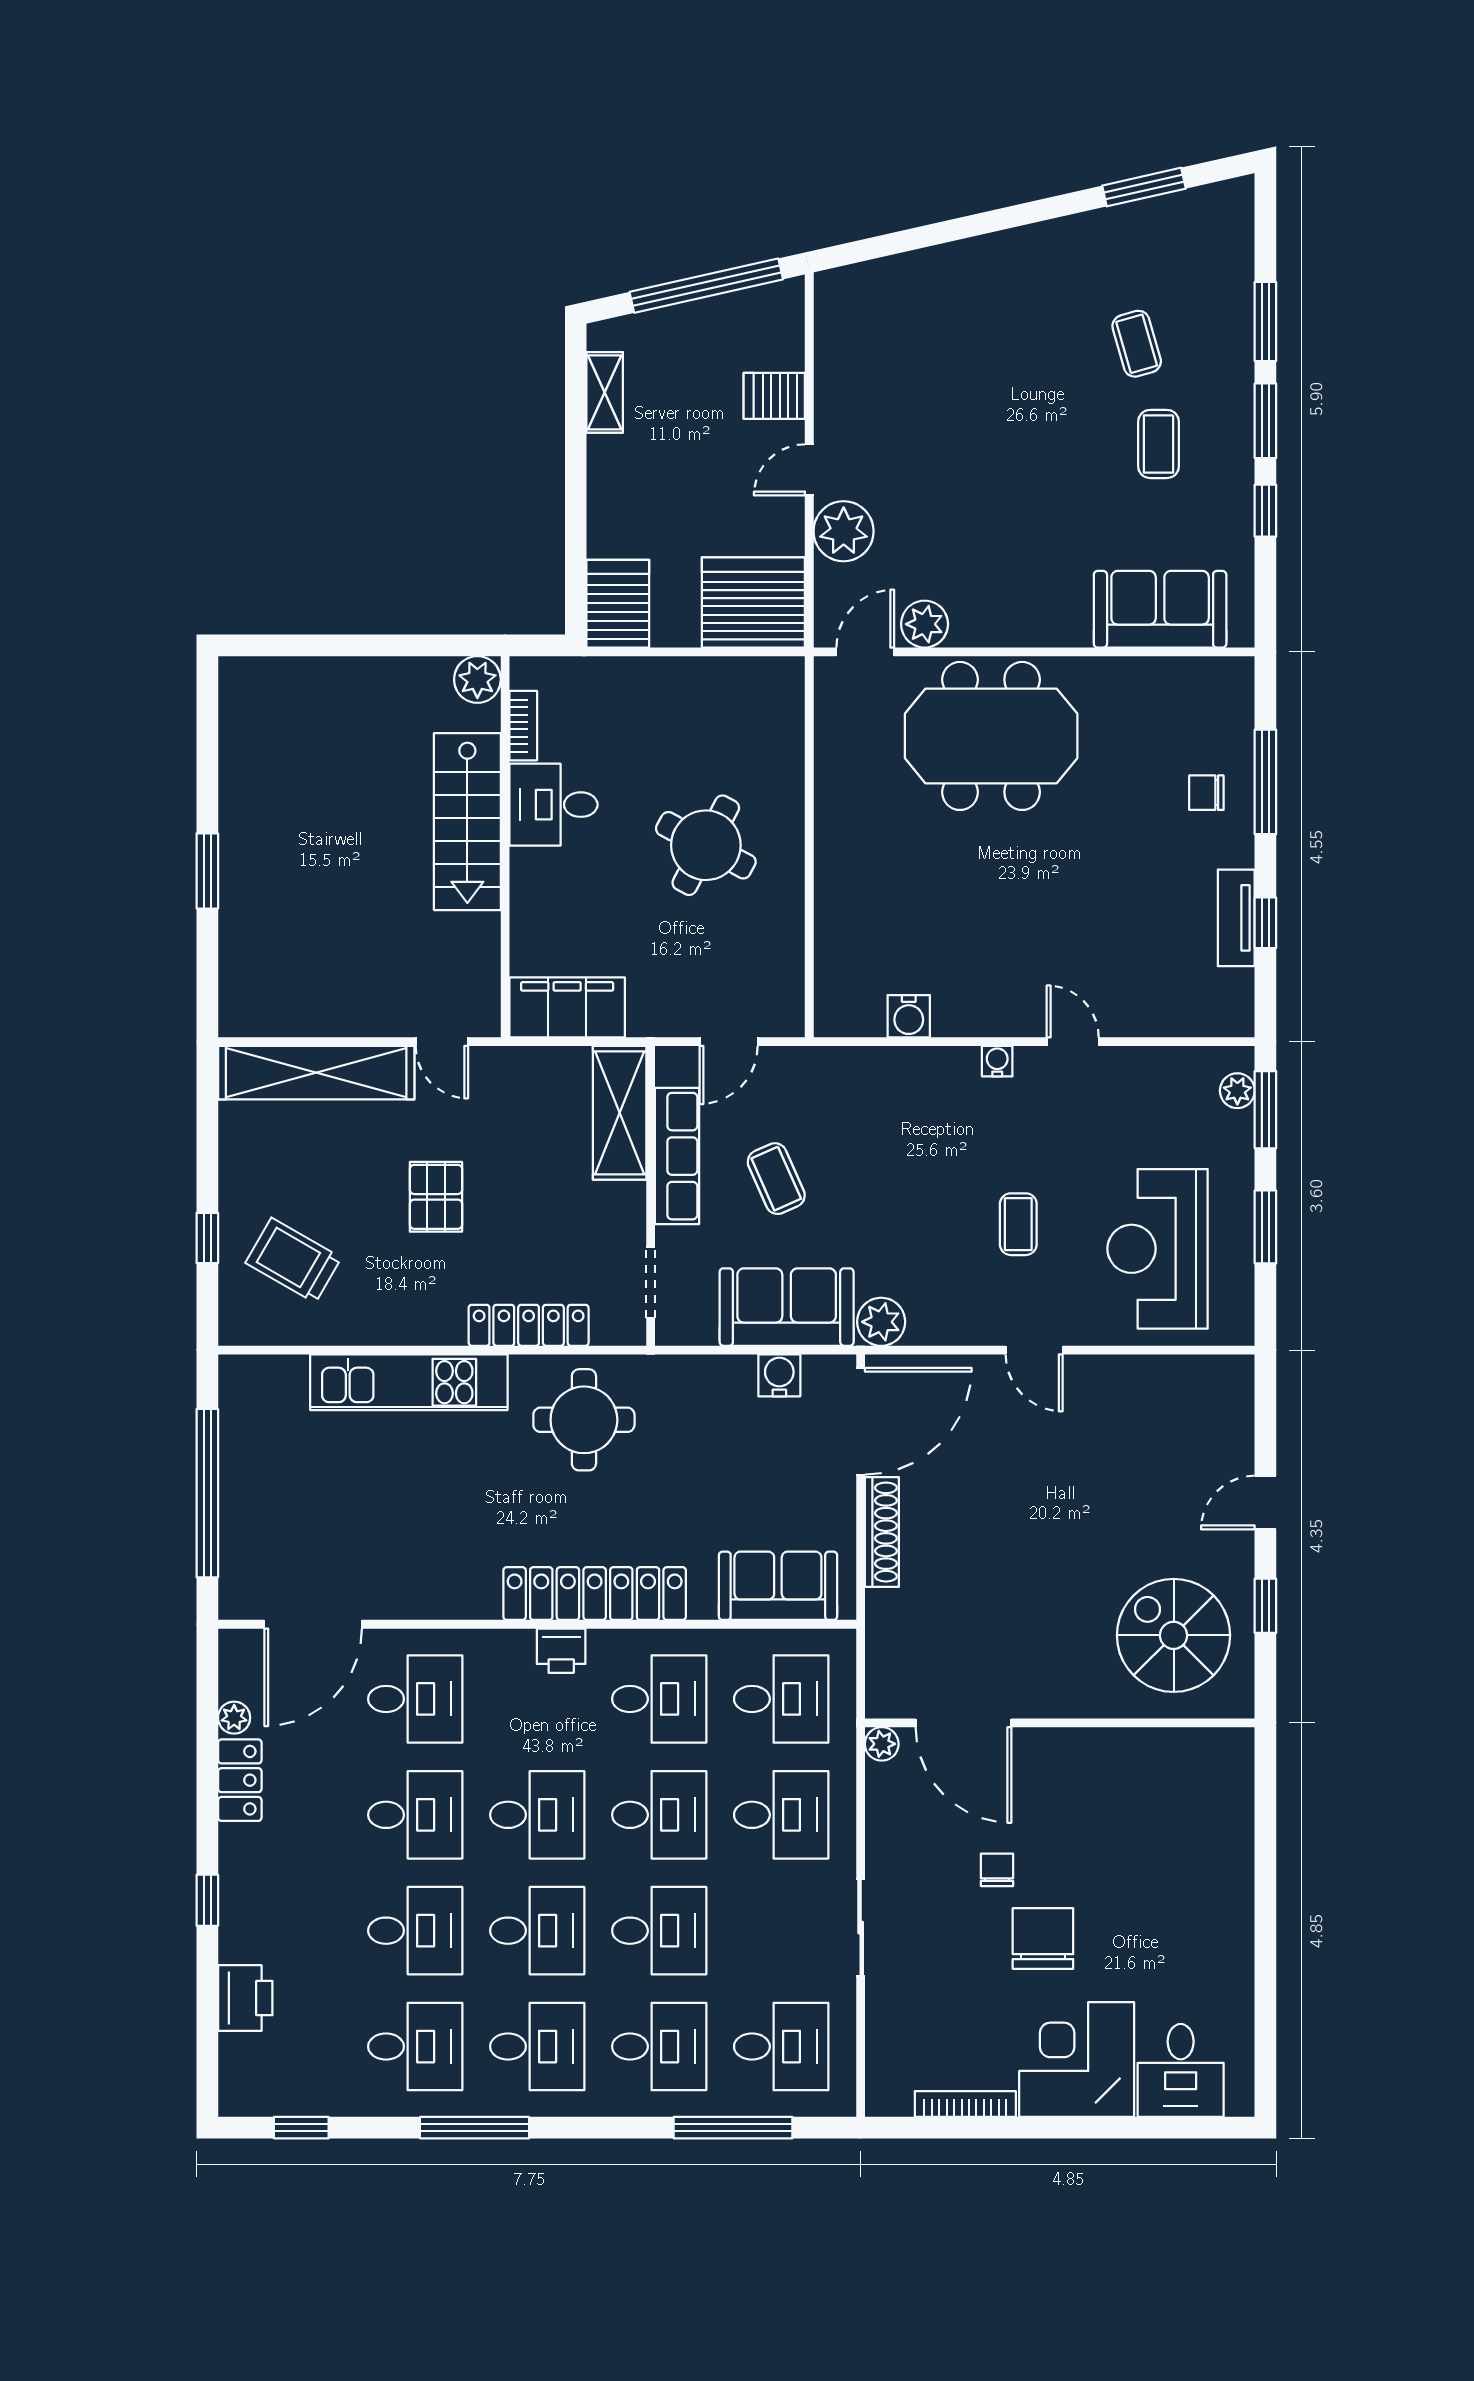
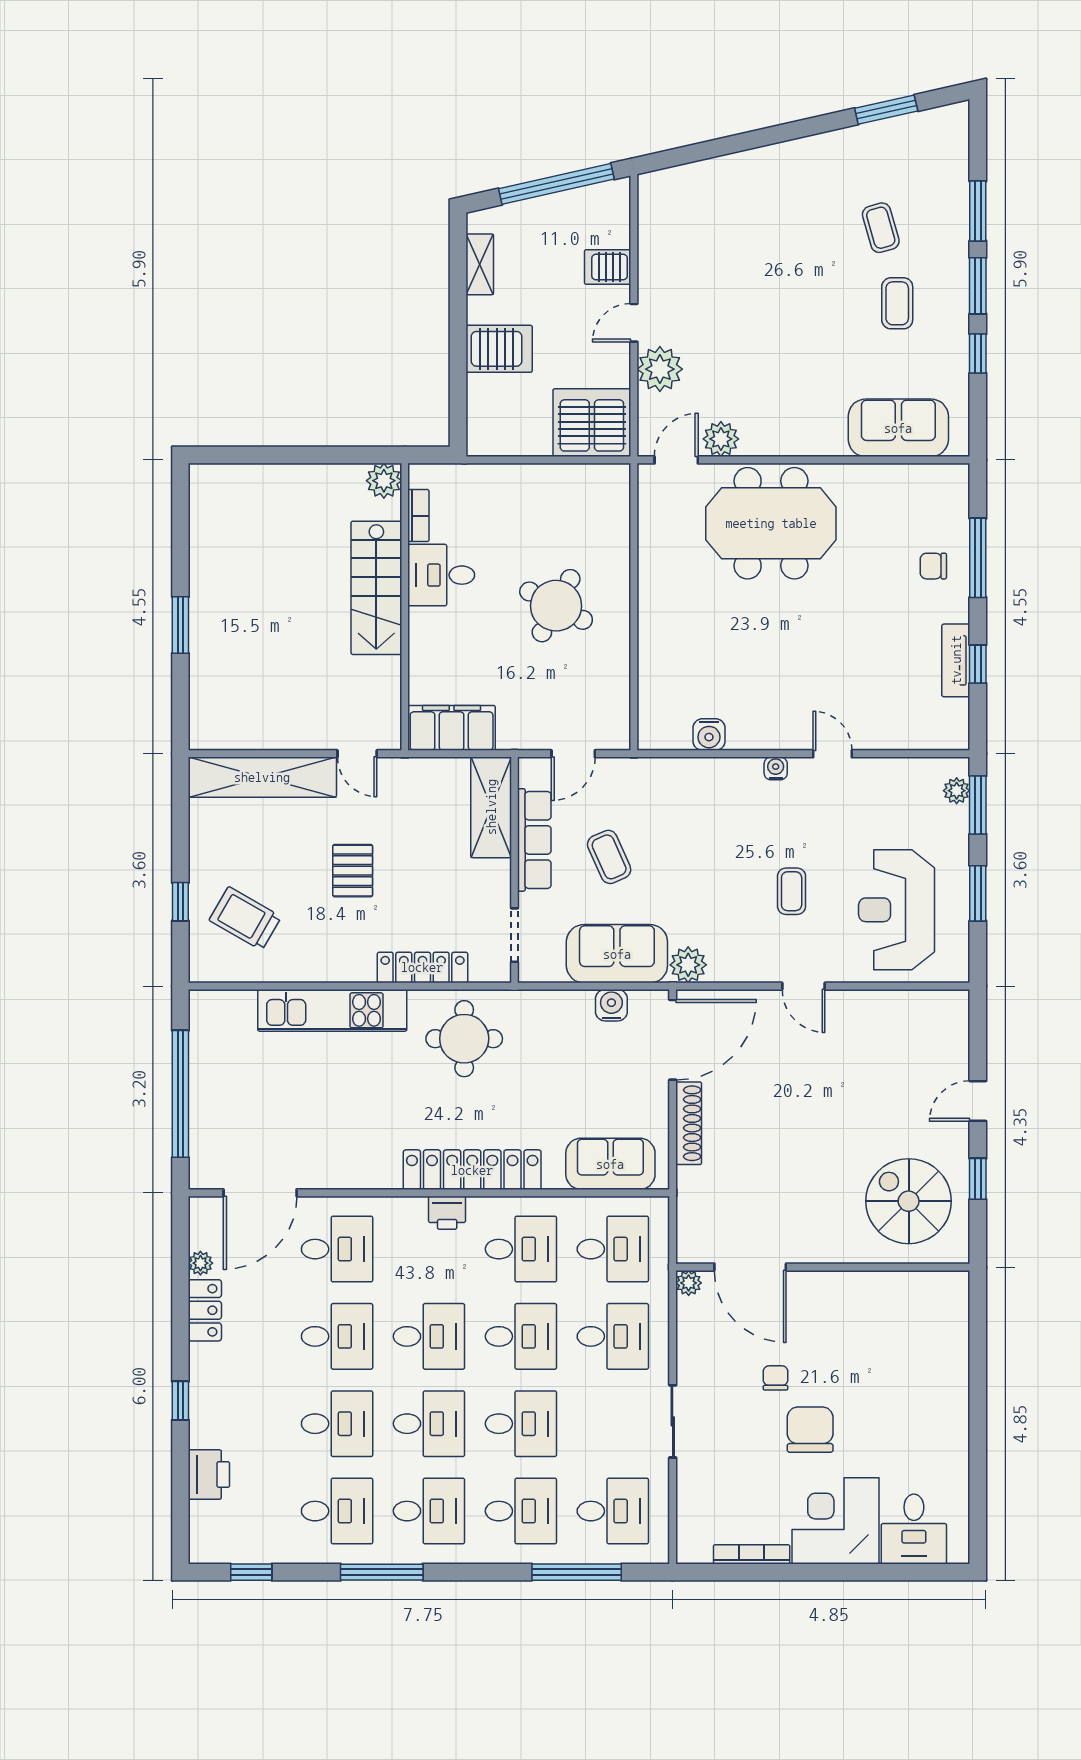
server rack: (618, 604) -> (499, 349), moved, turned 90

